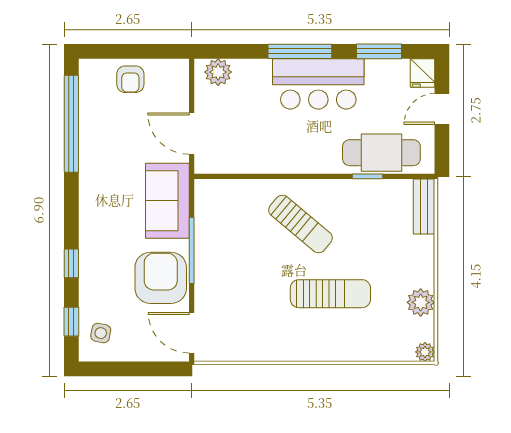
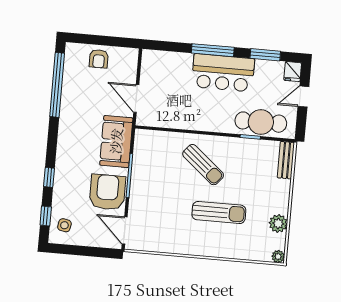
plant: (218, 72) -> (157, 59), removed

